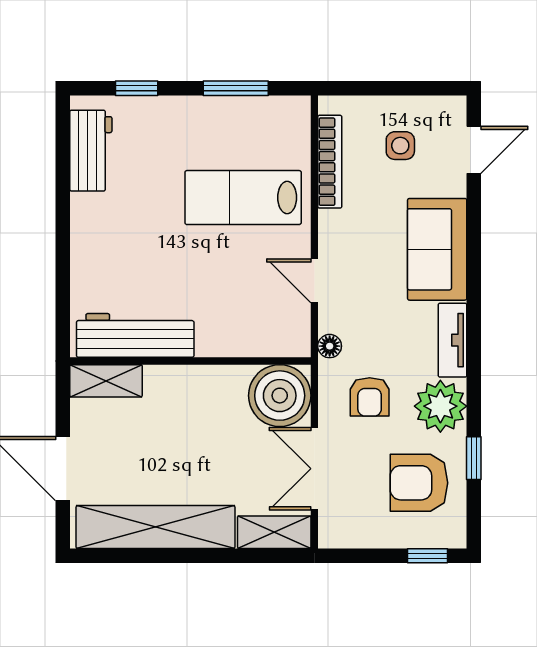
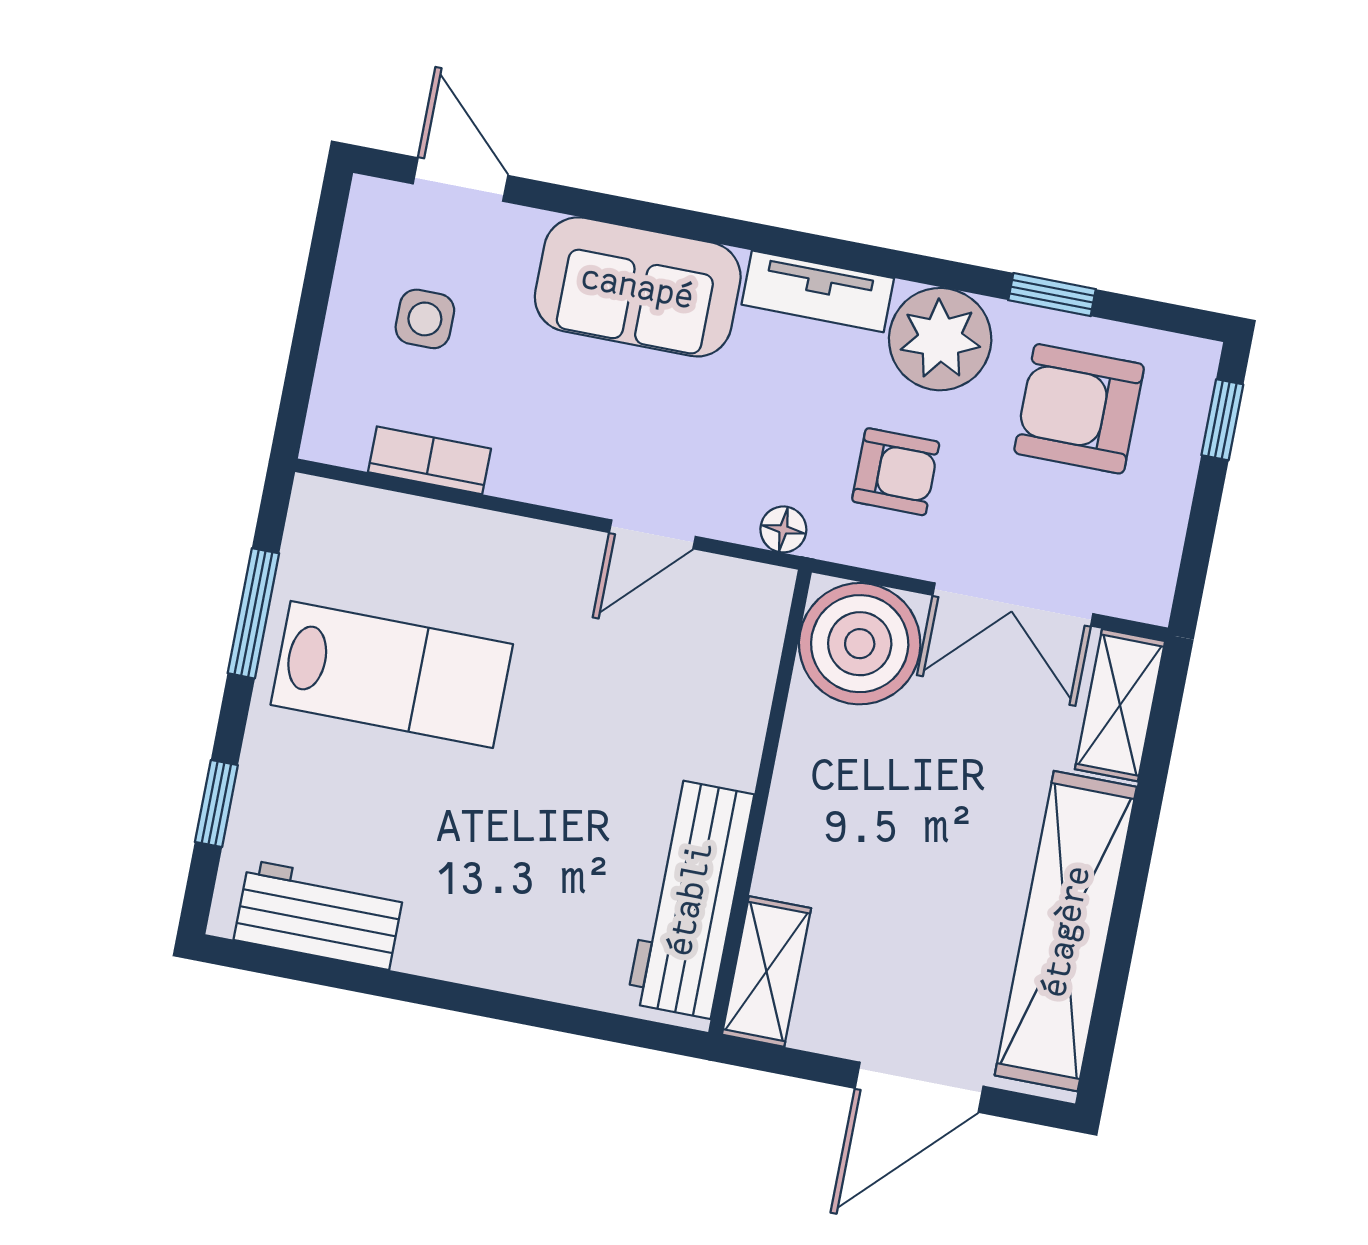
bookcase: (330, 162) -> (429, 460), width x0.64
lab bench: (243, 198) -> (392, 674), moved, turned -90
armchair: (419, 483) -> (1079, 409), turned 90

